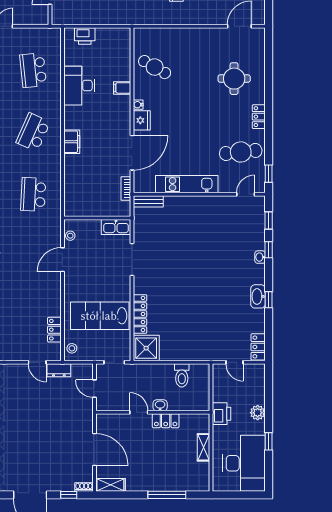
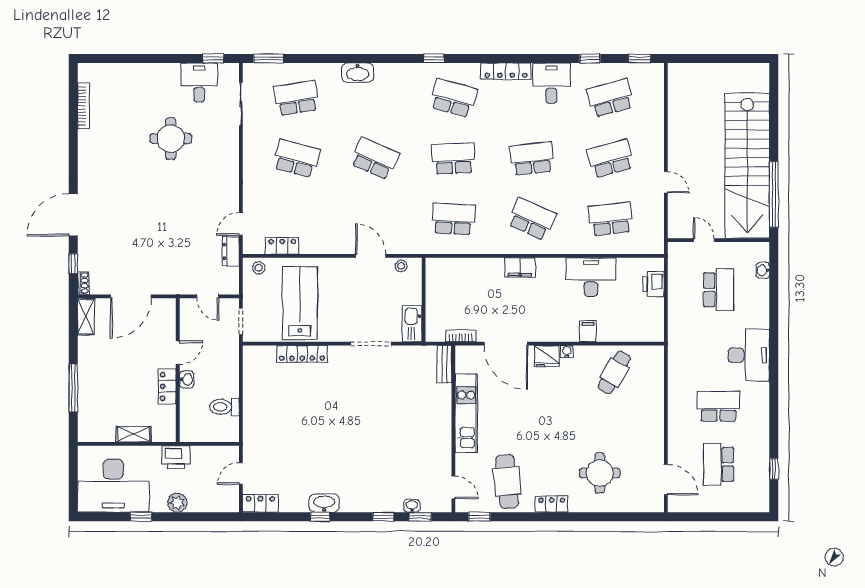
washbasin: (260, 257) -> (412, 506), moved
shower: (146, 348) -> (259, 362), removed
door: (94, 389) -> (208, 296), swing flipped

